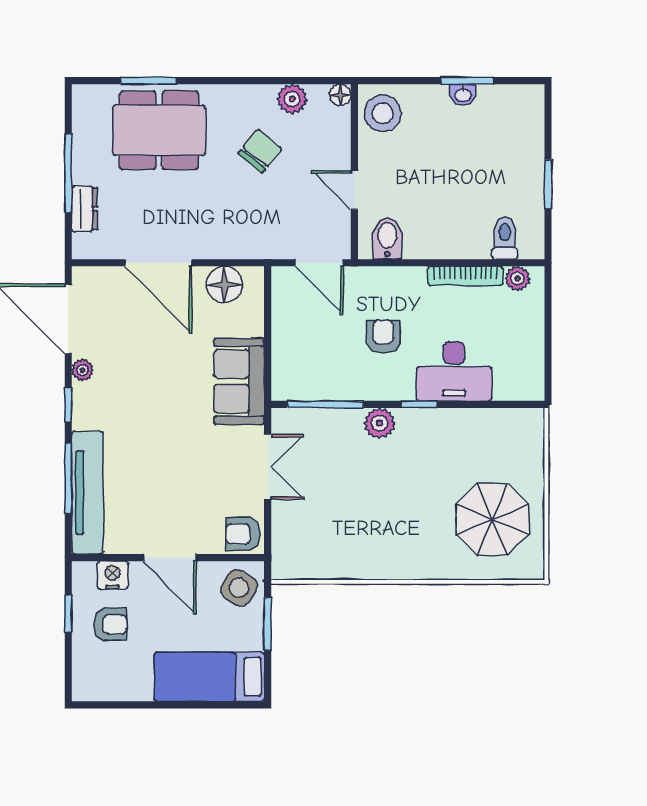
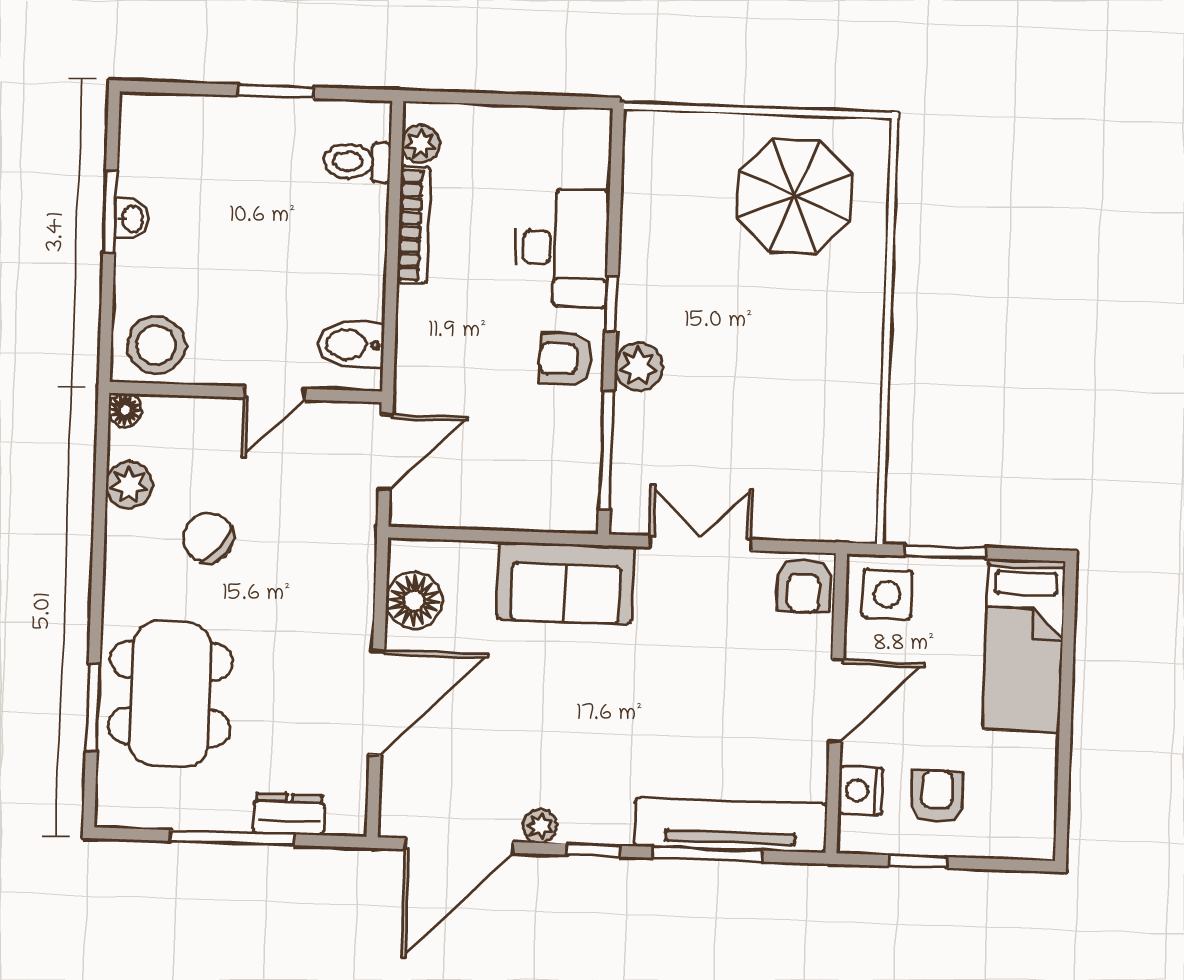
armchair: (383, 337) -> (565, 359), moved
side table: (239, 588) -> (887, 594), turned -31

